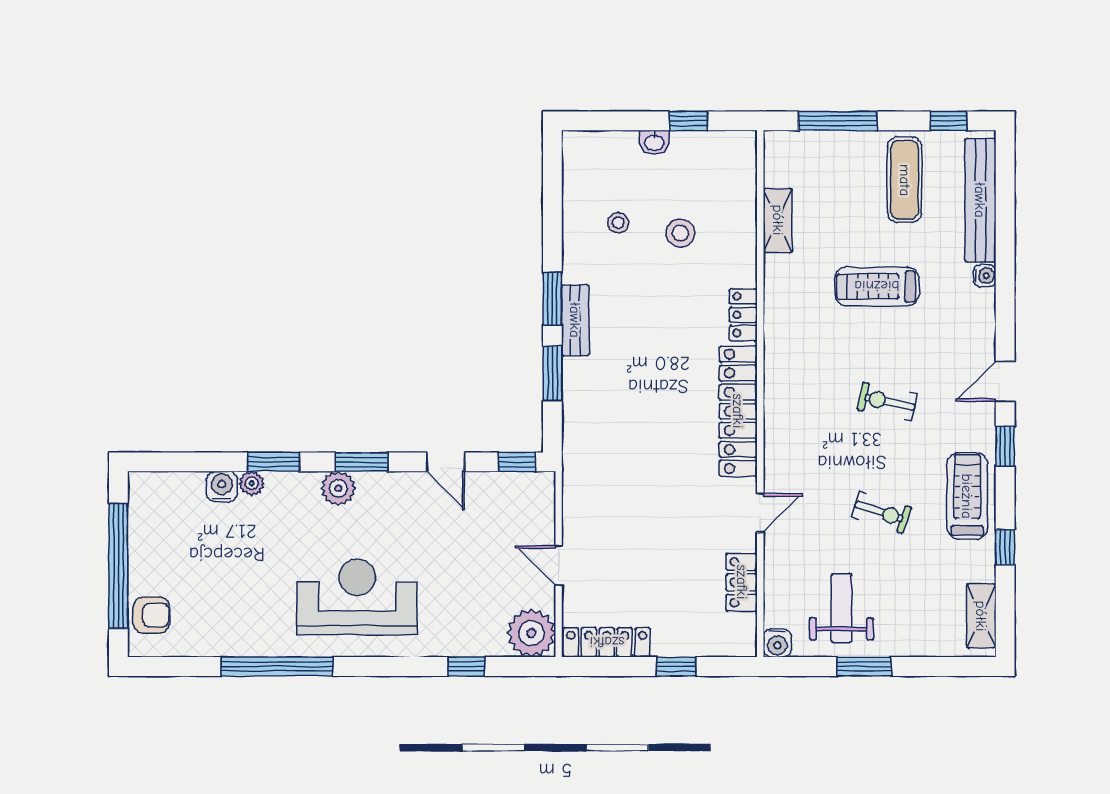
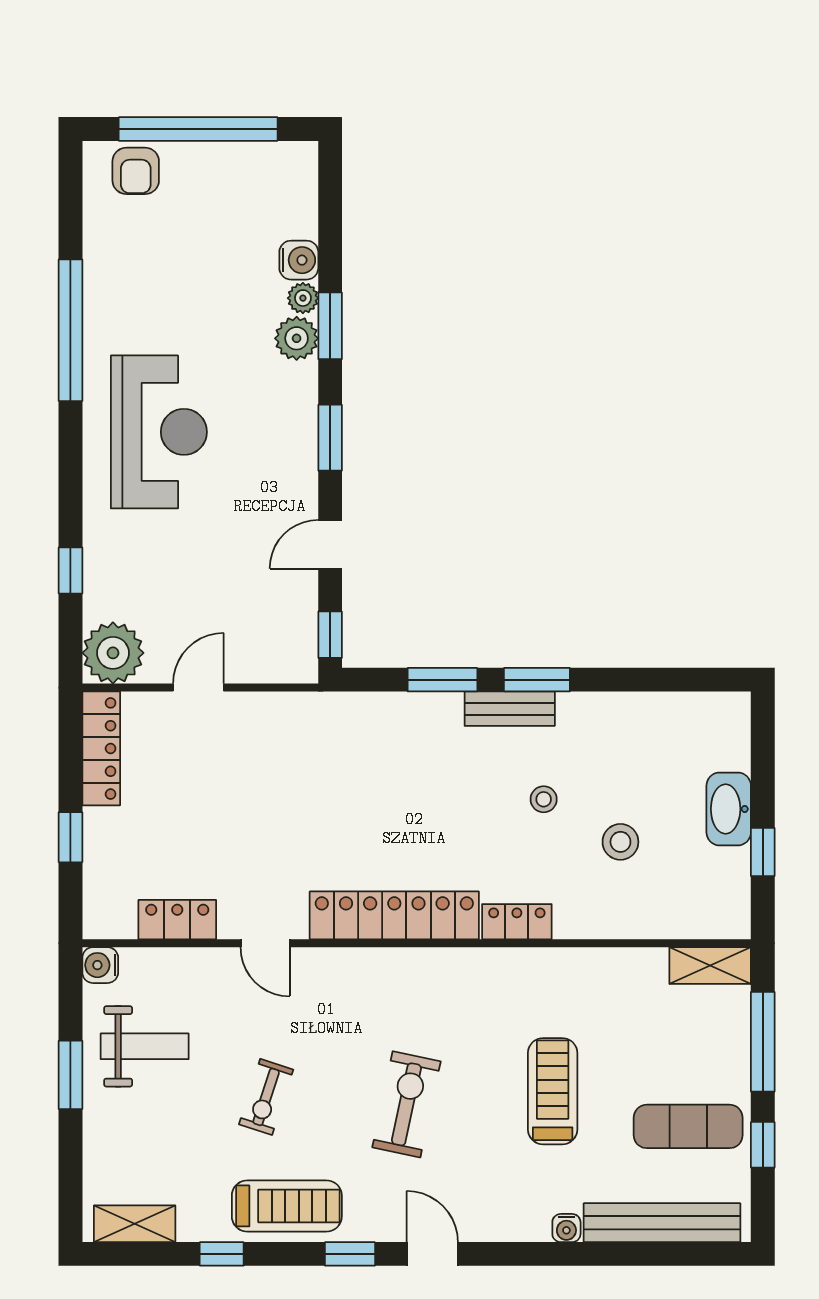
window: (948, 121) -> (763, 1145), moved
washbasin: (654, 142) -> (729, 809), width x1.91, depth x1.45
shelving: (778, 220) -> (710, 966), moved
stool: (618, 223) -> (544, 799), moved
exercise bike: (887, 402) -> (406, 1104), width x1.38, depth x1.39
plant: (338, 488) -> (297, 338), moved

